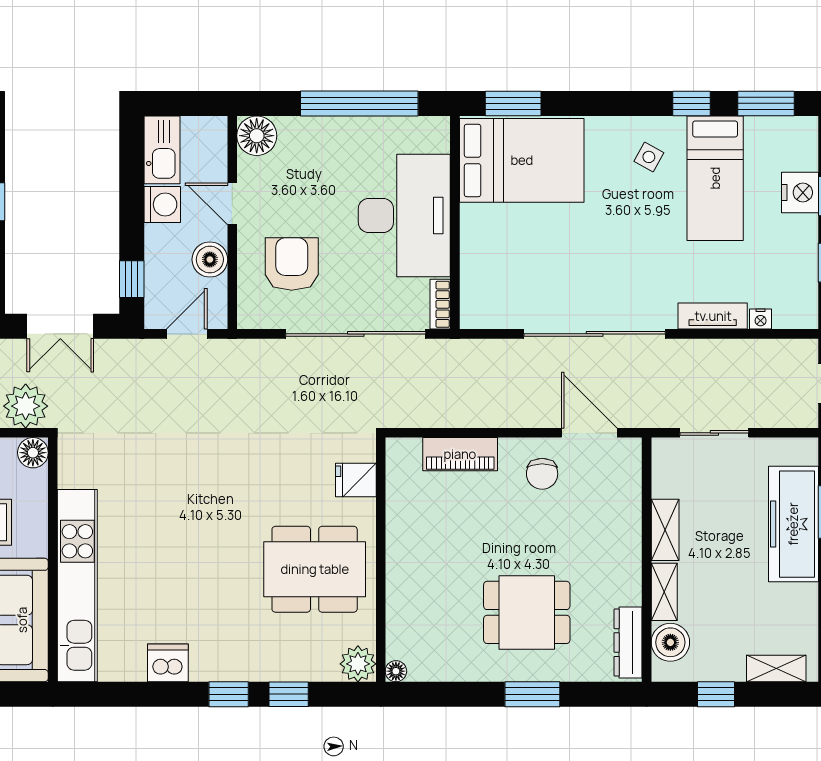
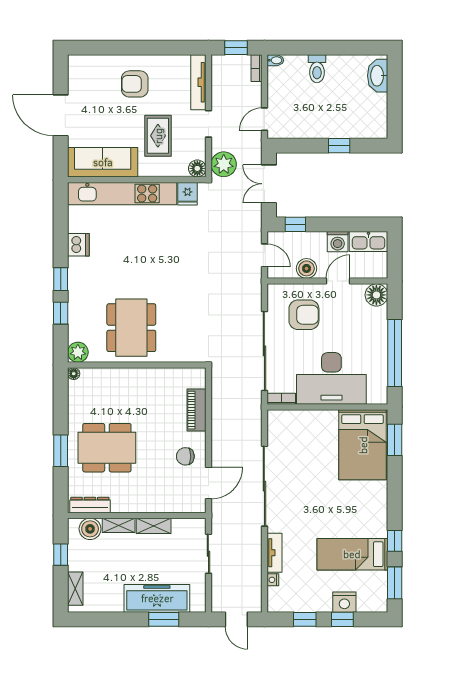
side table: (649, 157) -> (364, 517), removed
fridge: (356, 480) -> (188, 194), moved, turned 180
dining table: (527, 612) -> (107, 448), width x1.38

